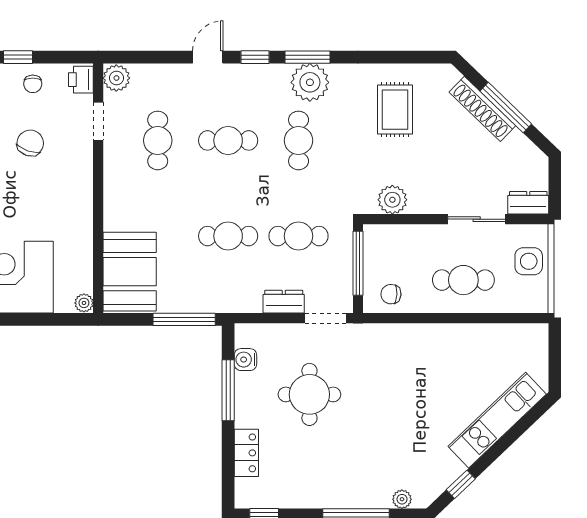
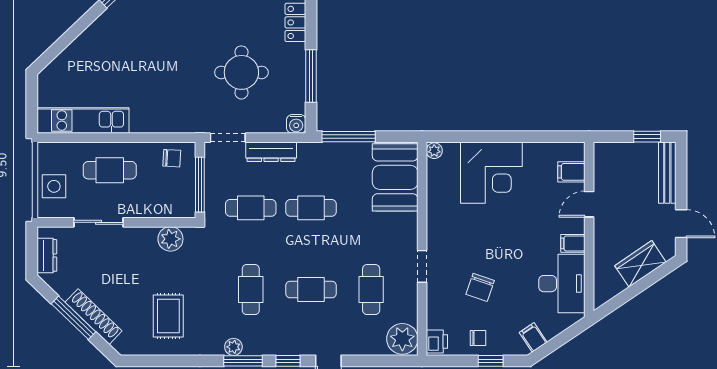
plant: (116, 78) -> (402, 339), width x1.36, depth x1.36
plant: (310, 82) -> (233, 347), width x0.53, depth x0.53
chair: (33, 84) -> (478, 338), turned 90
doorway: (98, 121) -> (422, 266), moved
dresser: (528, 203) -> (47, 255), moved, turned -90
dresser: (284, 302) -> (271, 152), width x1.44
water cooler: (245, 360) -> (296, 124), moved, turned 90
kitchen unit: (497, 420) -> (83, 120), moved, turned -136

